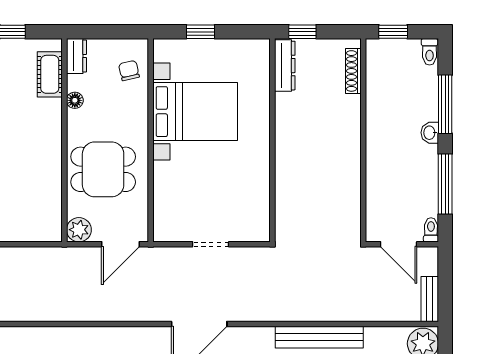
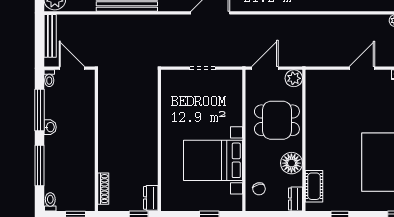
dresser: (285, 66) -> (151, 198), width x0.70
floor lamp: (75, 100) -> (291, 163), width x1.89, depth x1.89
washbasin: (430, 133) -> (50, 127), moved
bench: (430, 299) -> (50, 36), width x1.36

